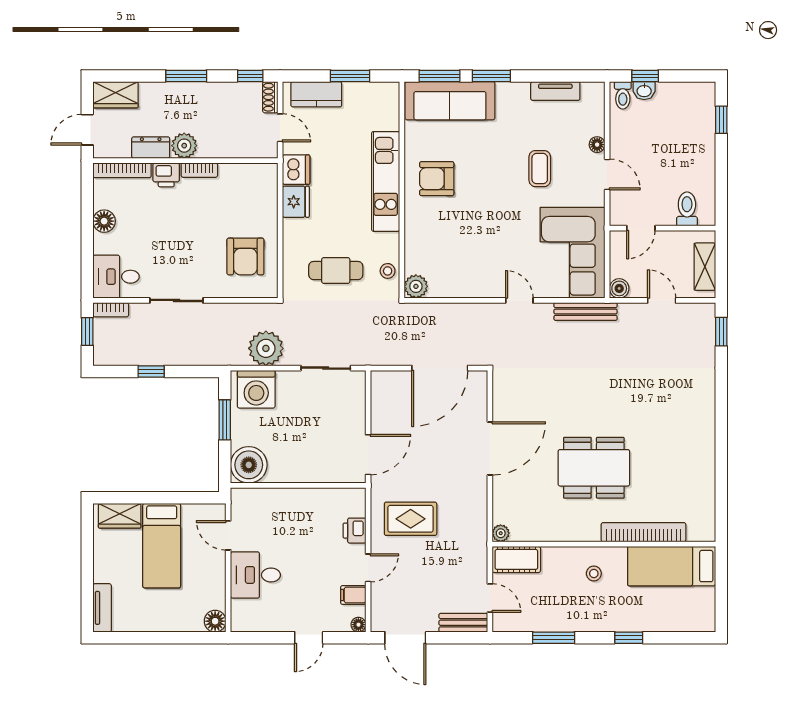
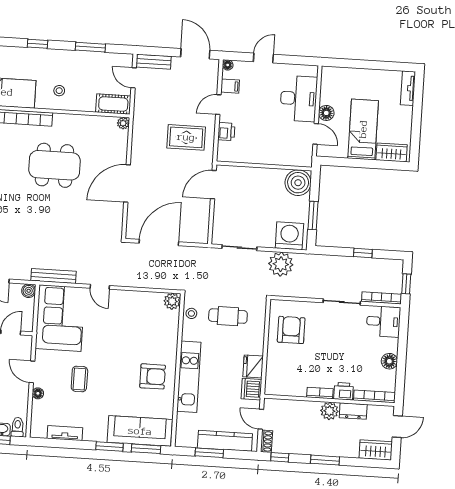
kitchen counter: (316, 94) -> (225, 441), width x1.50
bookcase: (111, 310) -> (382, 298), width x1.56
desk: (255, 575) -> (299, 99), width x1.37
floor lamp: (215, 621) -> (326, 113), moved

